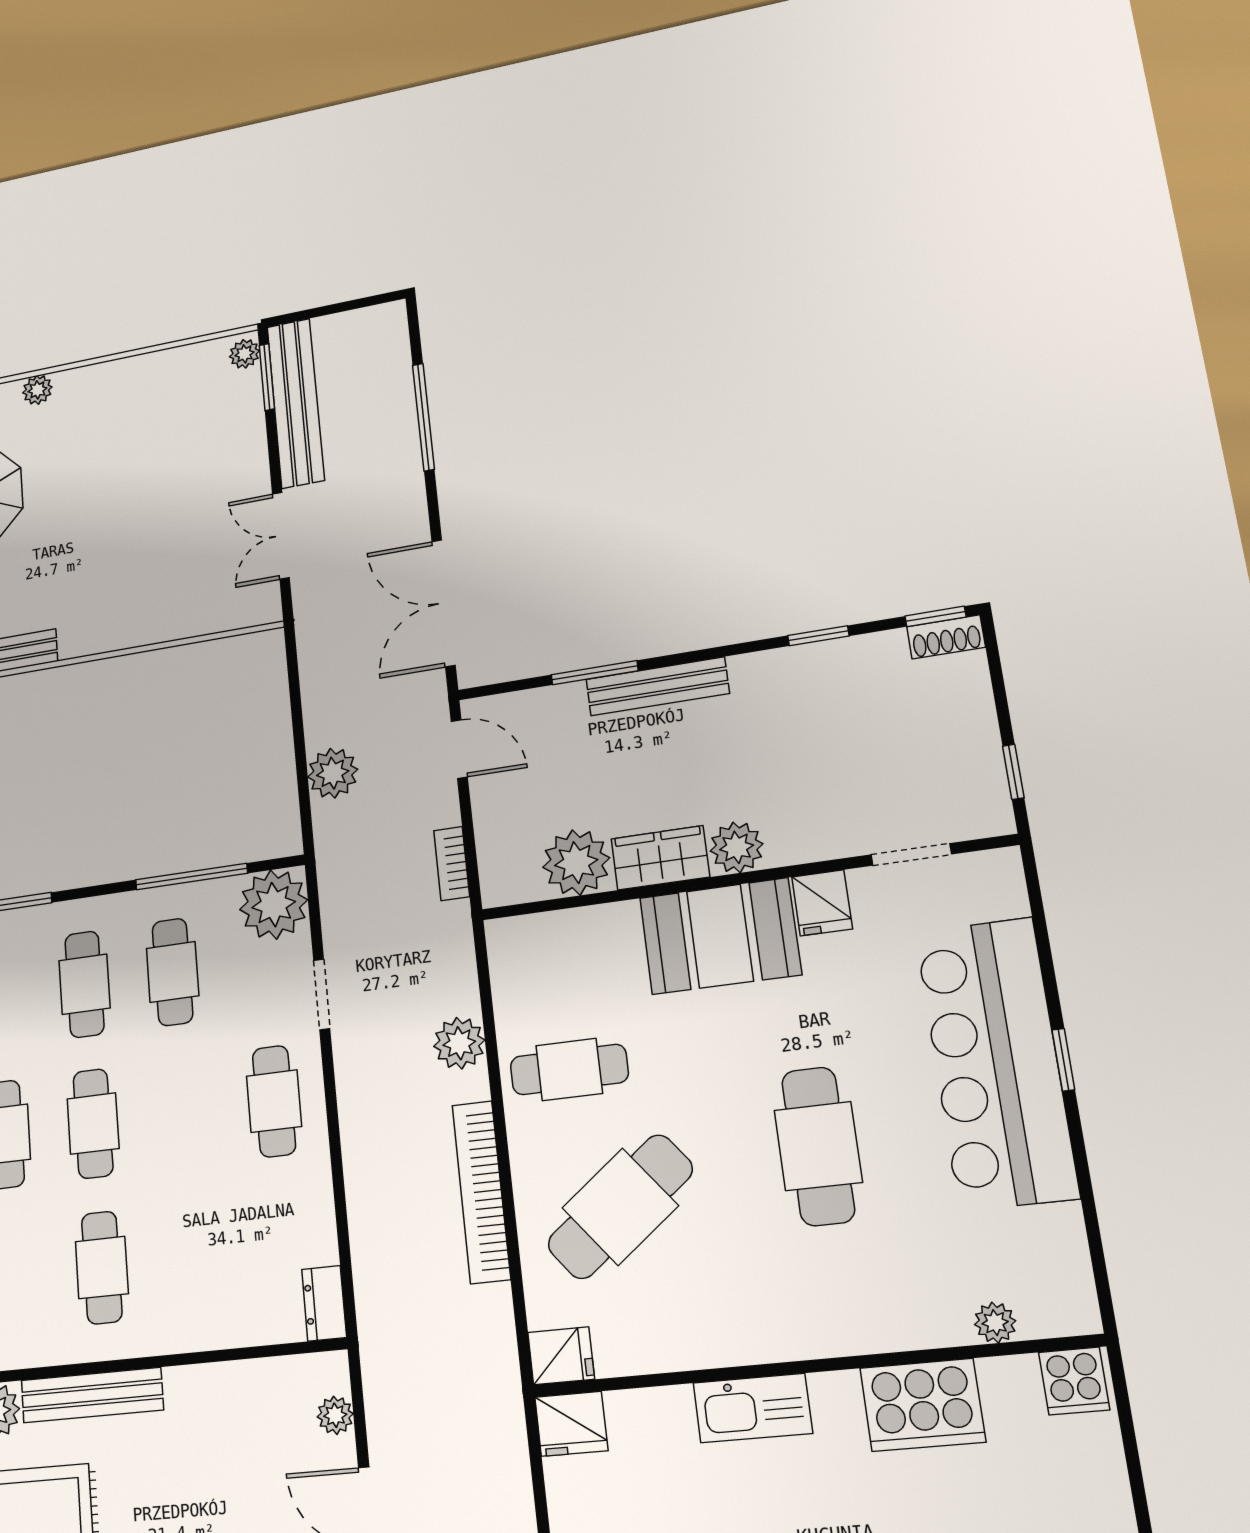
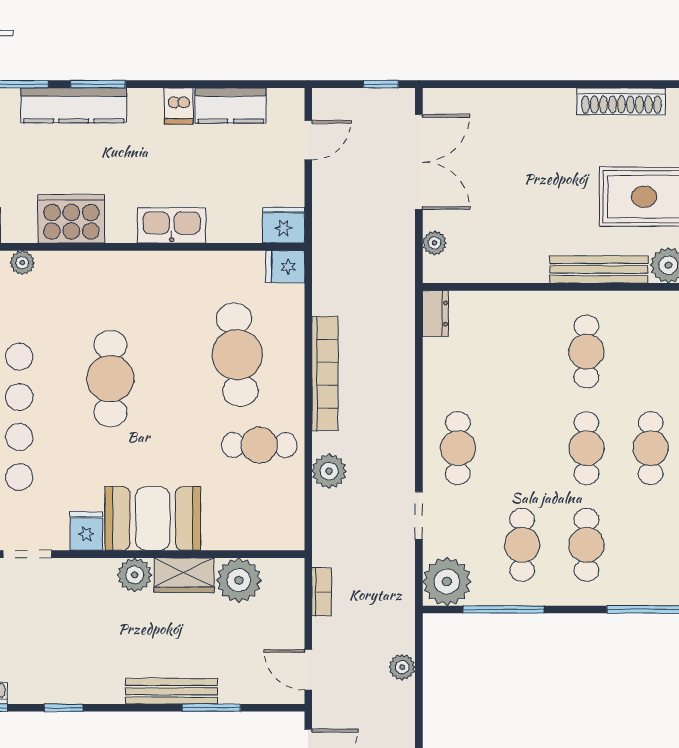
plant: (333, 773) -> (402, 667), width x0.73, depth x0.73
cafe table: (620, 1207) -> (237, 355), turned -57

